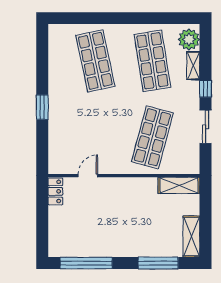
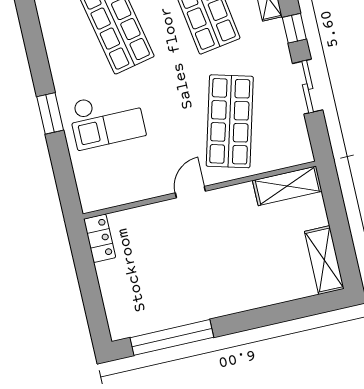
checkout: (77, 119) -> (107, 119), added
door: (88, 176) -> (190, 192), moved
window: (158, 263) -> (282, 312), removed

